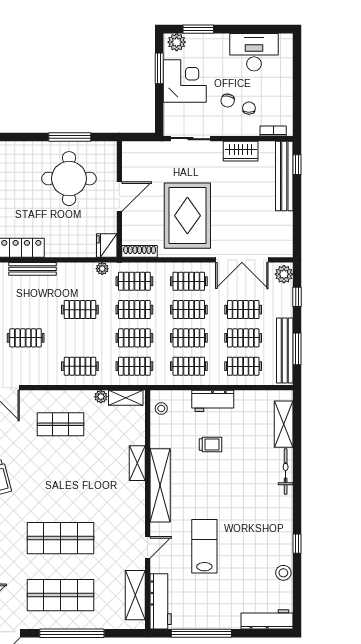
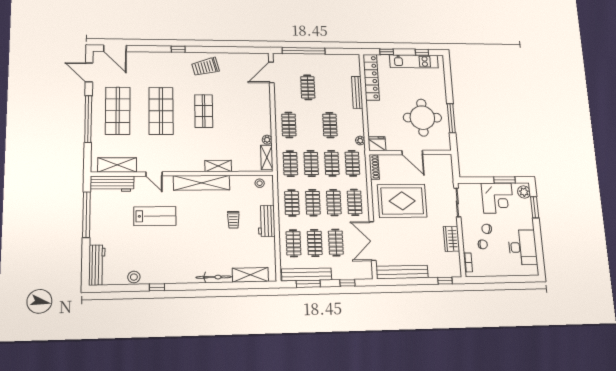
bench: (284, 176) -> (402, 272), moved
plant: (284, 274) -> (364, 273), removed
shop shelf: (61, 424) -> (204, 111), moved

